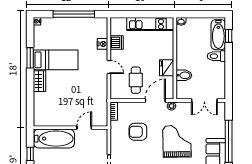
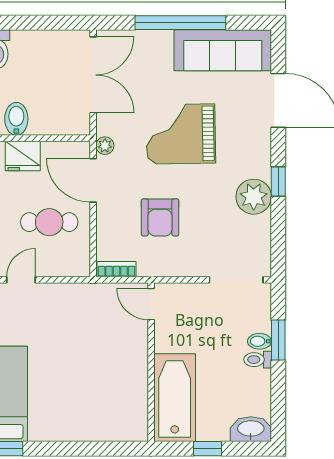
bidet: (184, 75) -> (16, 119), moved
wardrobe: (39, 81) -> (52, 429), removed
double door: (204, 101) -> (93, 75), width x1.37
door: (84, 128) -> (151, 304), moved

